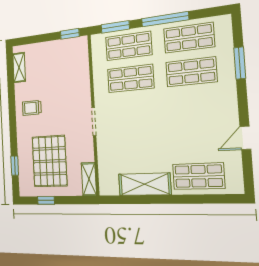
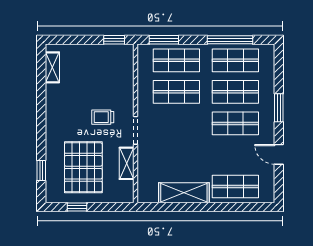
window: (165, 19) -> (230, 40), moved
window: (240, 63) -> (279, 108), moved
shop shelf: (194, 106) -> (235, 123), added
trolley: (32, 108) -> (103, 117), moved
door: (245, 138) -> (279, 154), hinge flipped
shelving: (89, 179) -> (127, 163), moved

